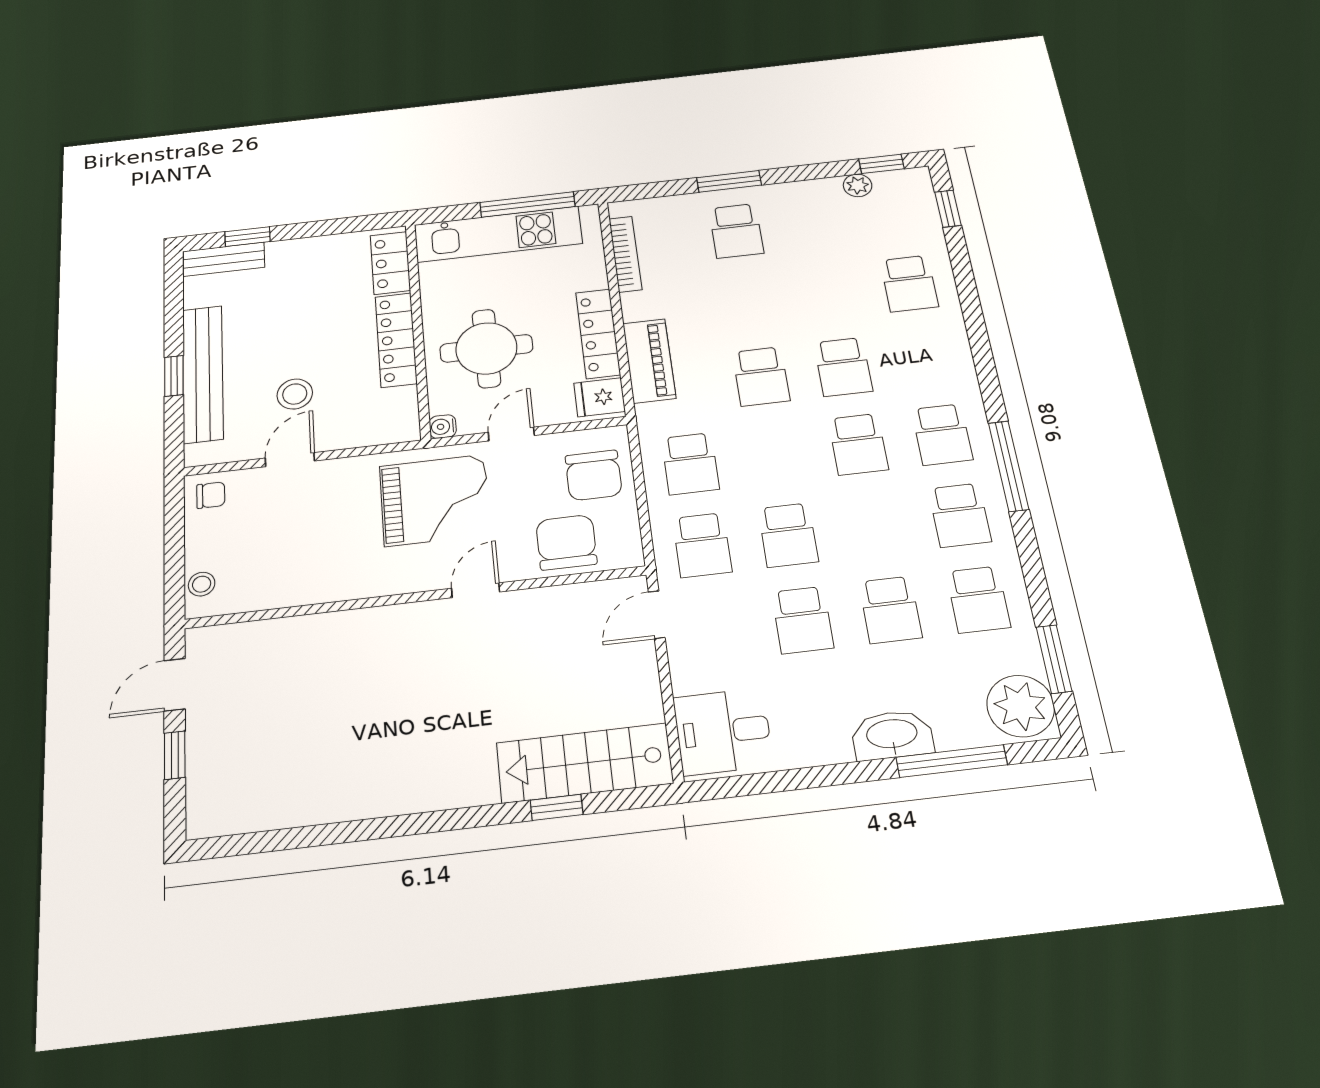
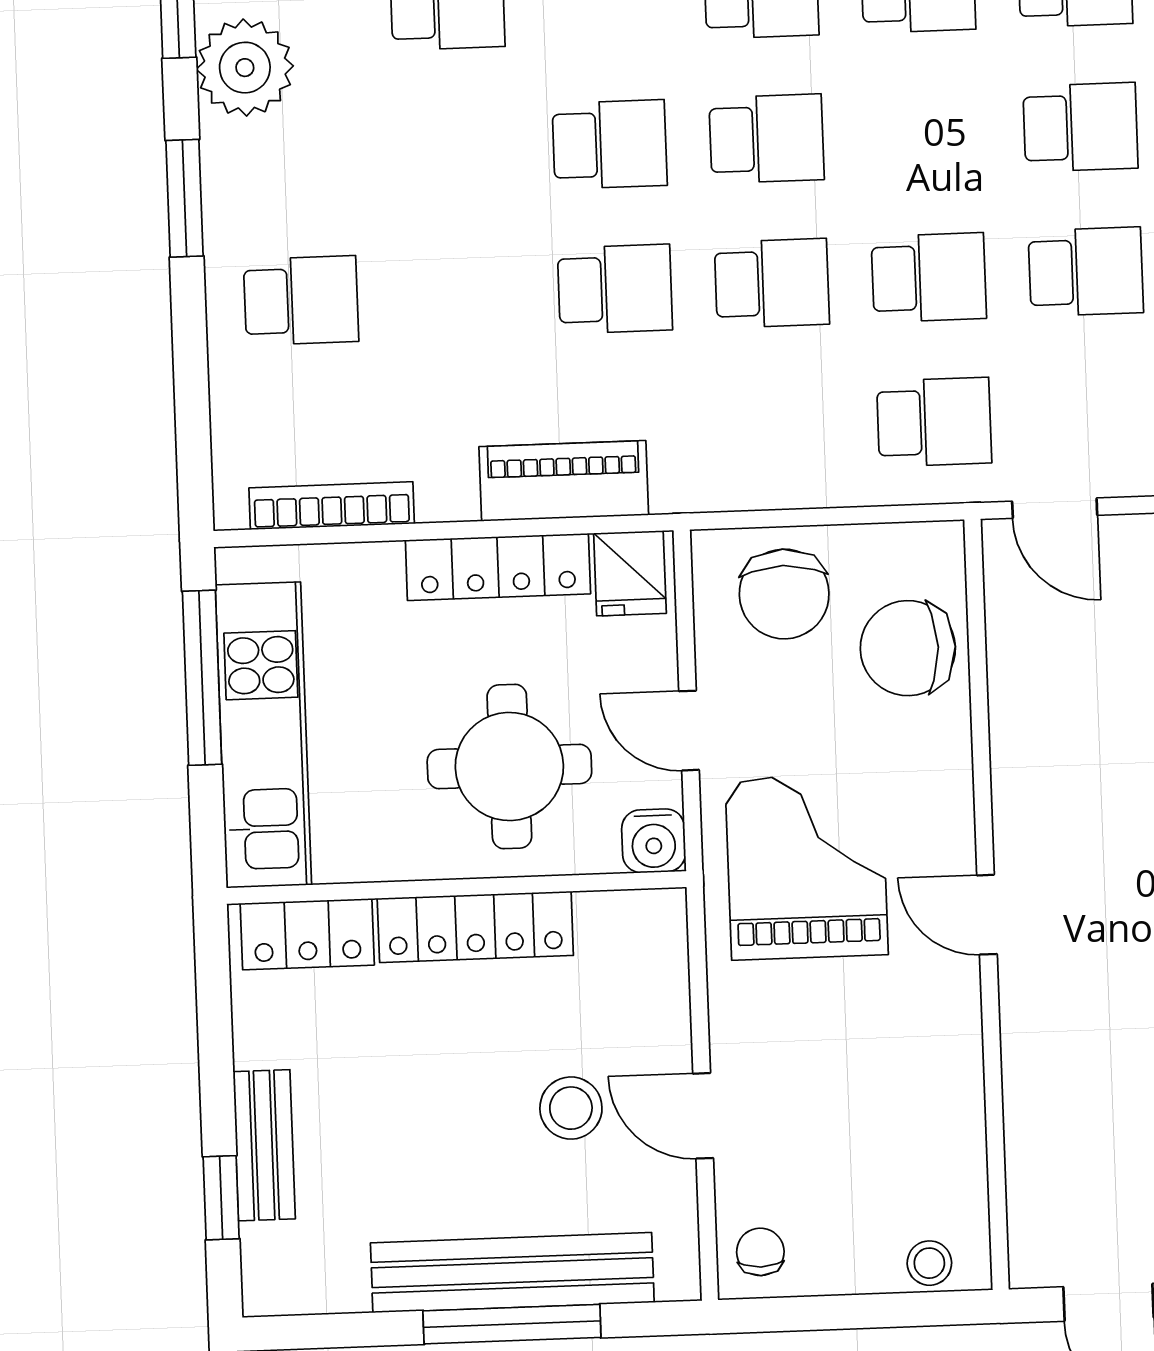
window: (729, 181) -> (184, 198), moved
plant: (858, 185) -> (245, 68), width x1.88, depth x1.88
bench: (224, 259) -> (264, 1145), moved
window: (174, 376) -> (512, 1324), width x2.17
water cooler: (443, 427) -> (654, 841), width x1.38, depth x1.38
school desk: (690, 464) -> (772, 283), moved
chair: (594, 475) -> (784, 594), turned 90
door: (476, 590) -> (987, 915), moved

